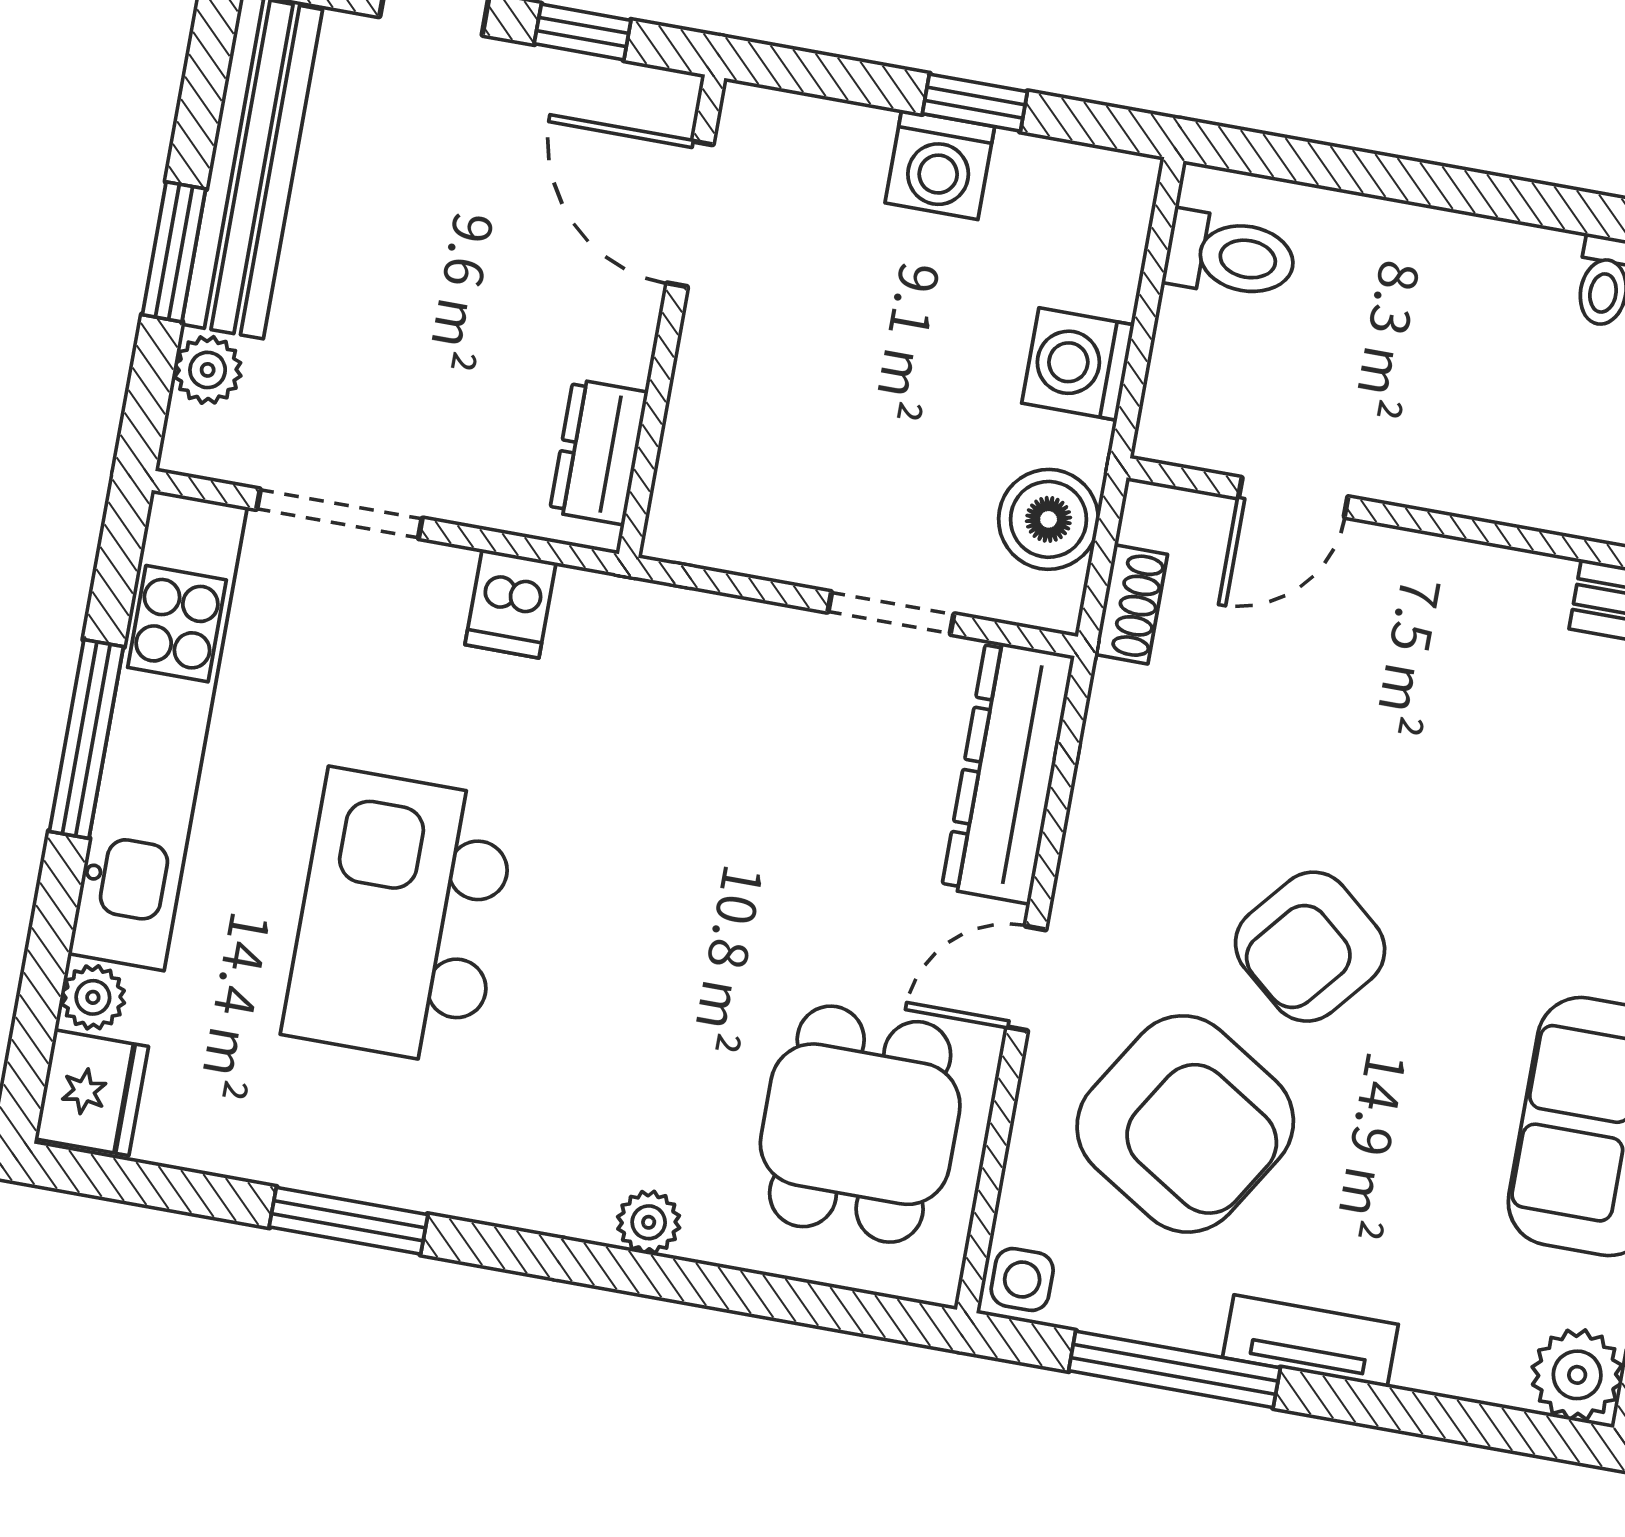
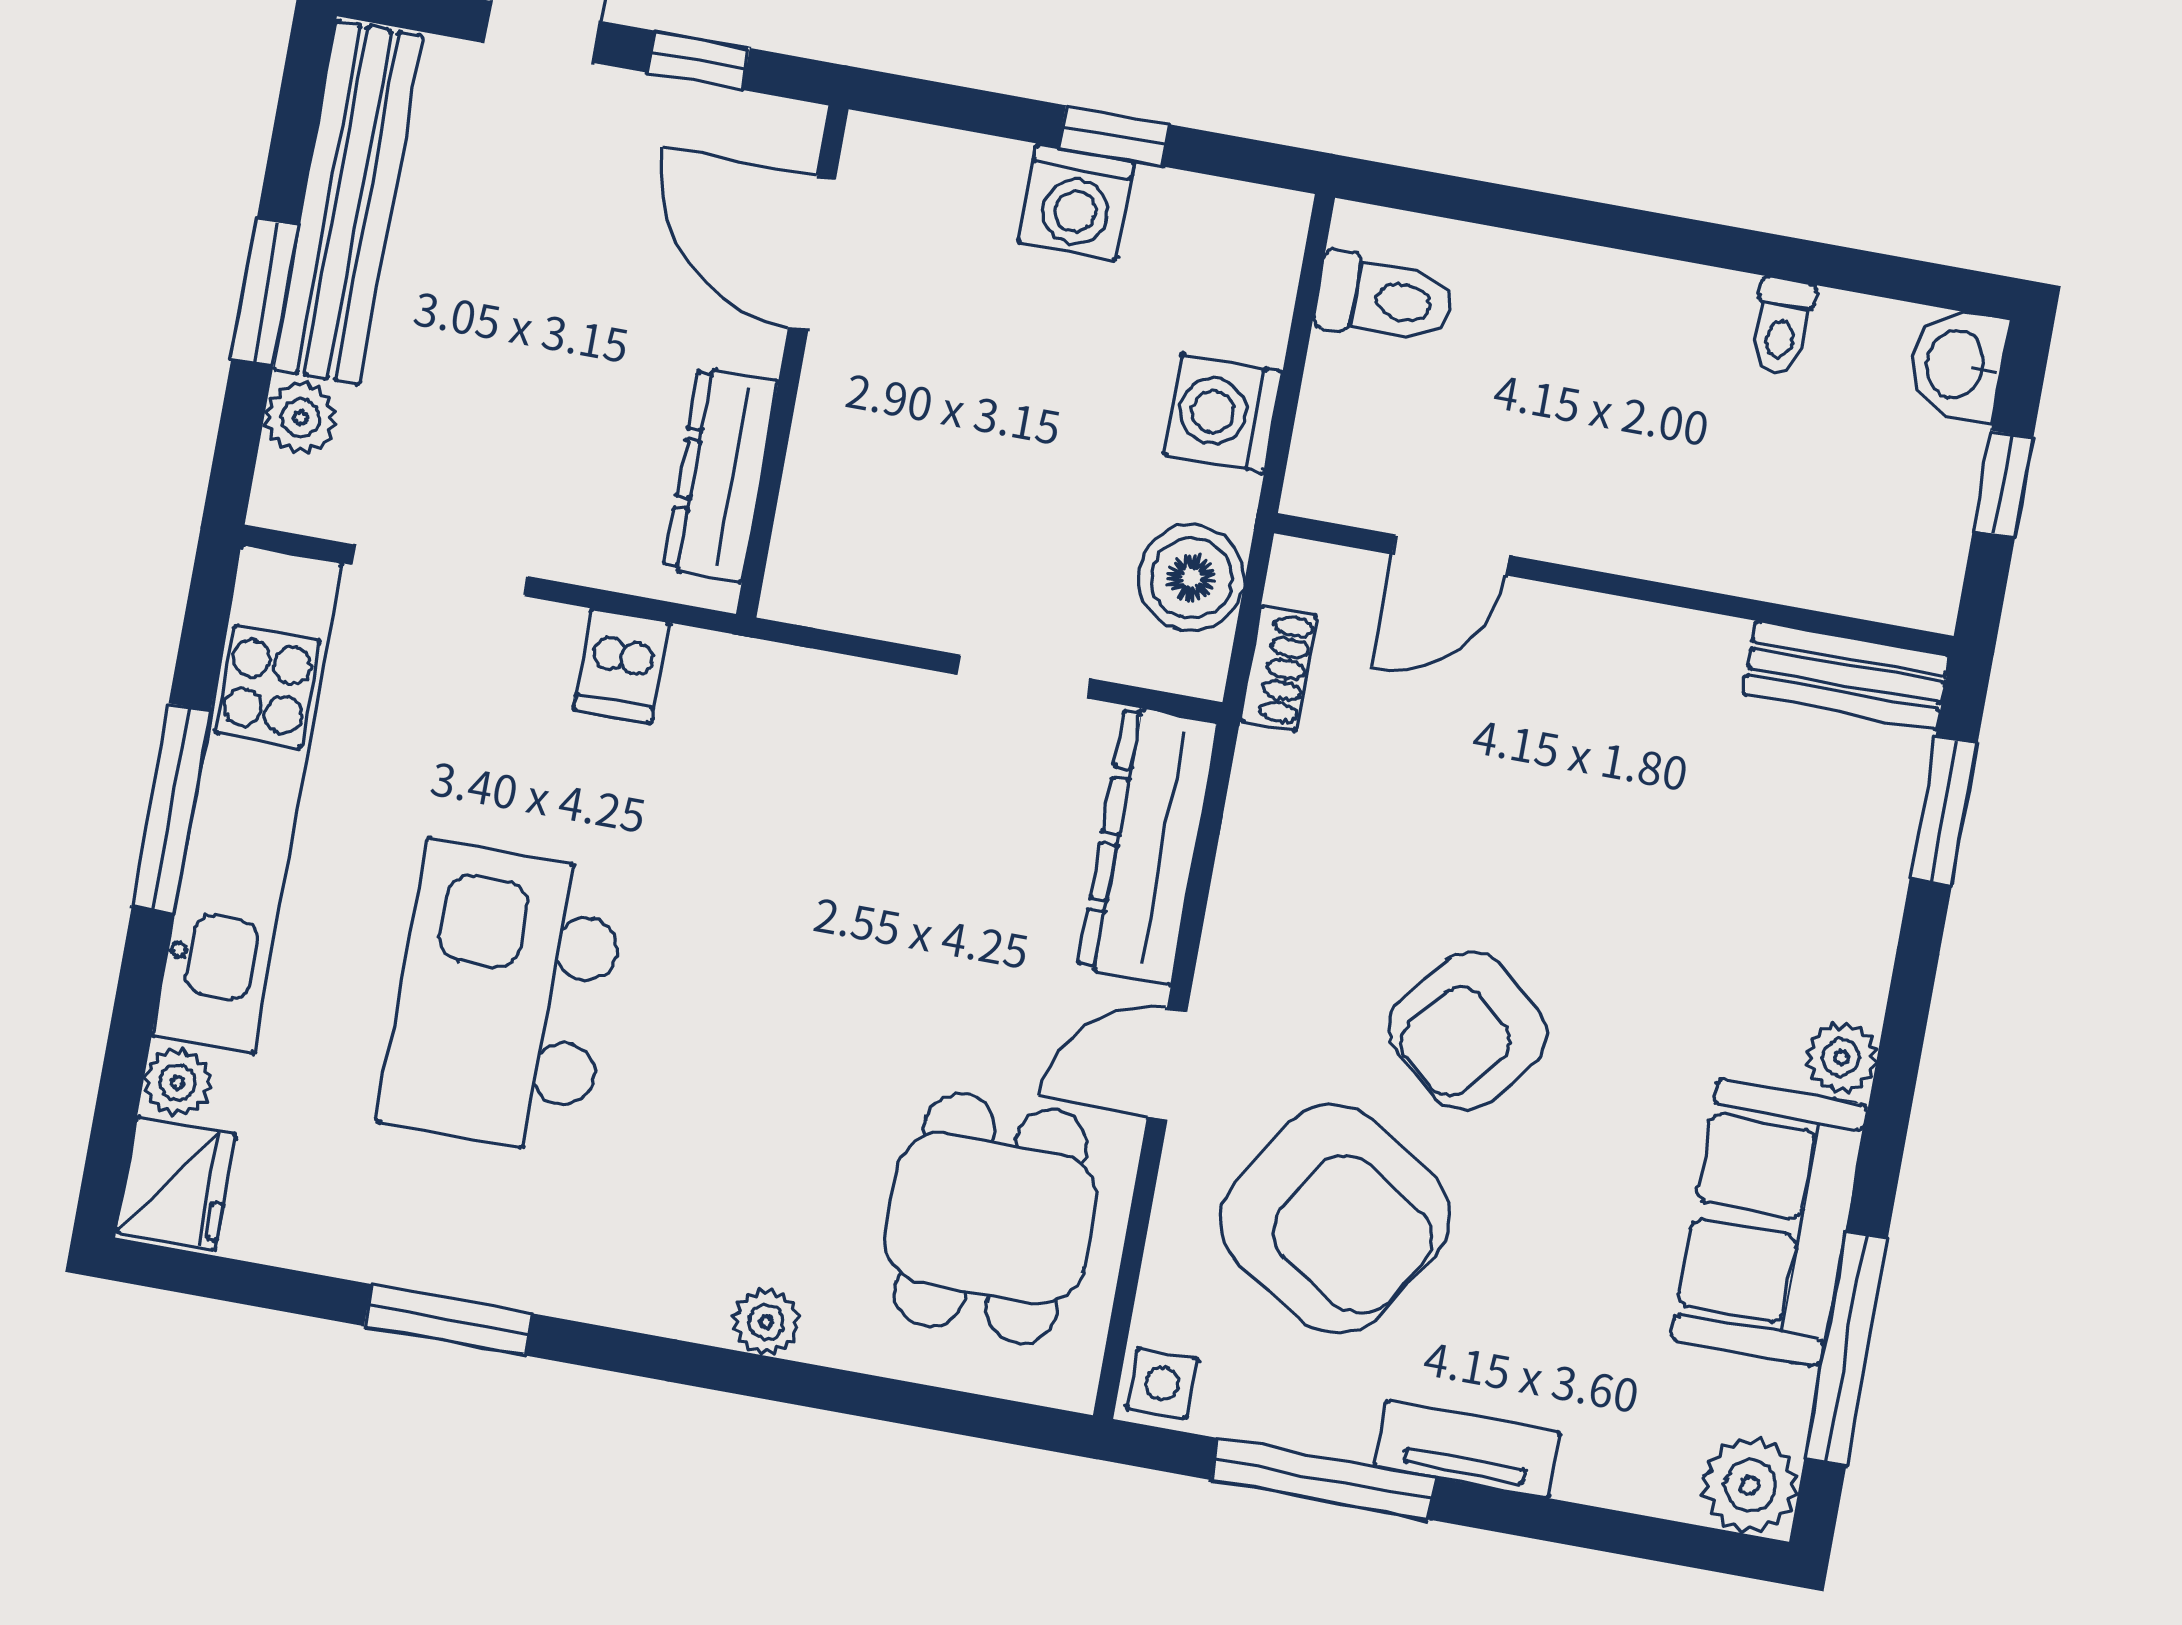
dresser: (599, 452) -> (720, 475), width x1.44

